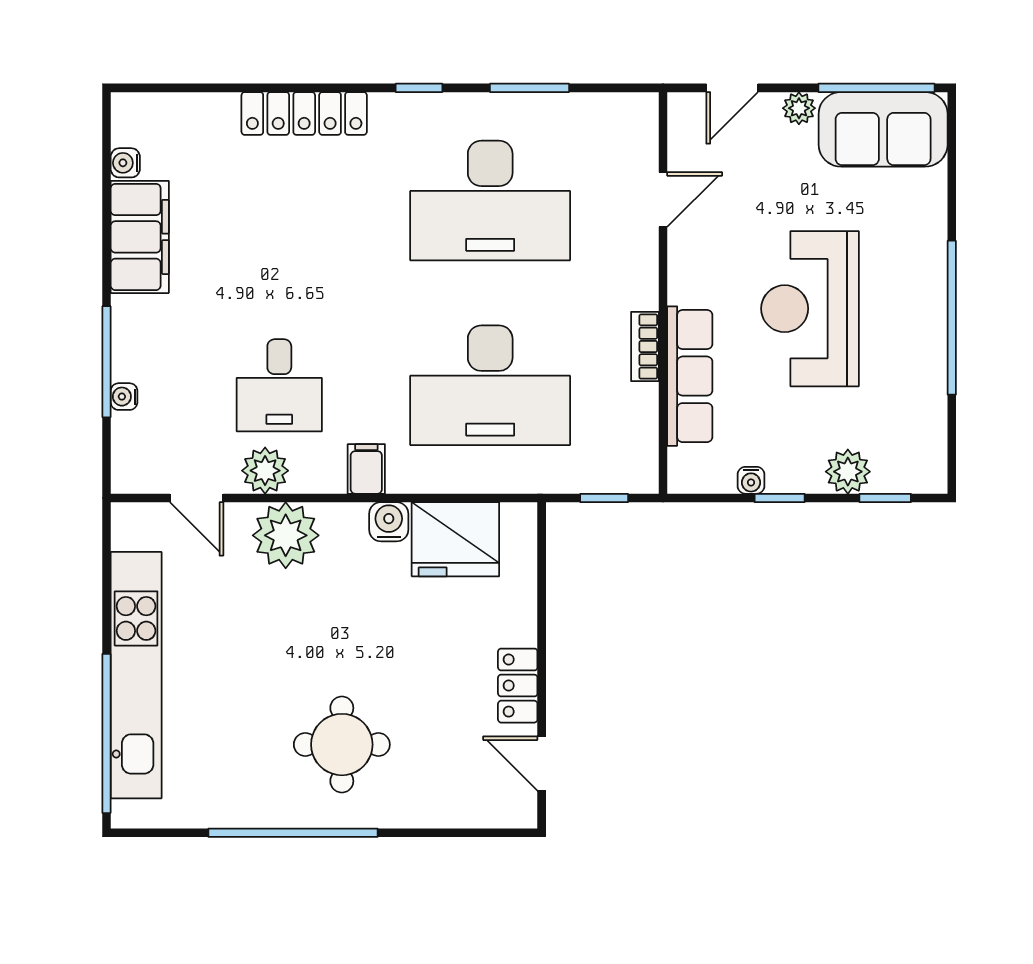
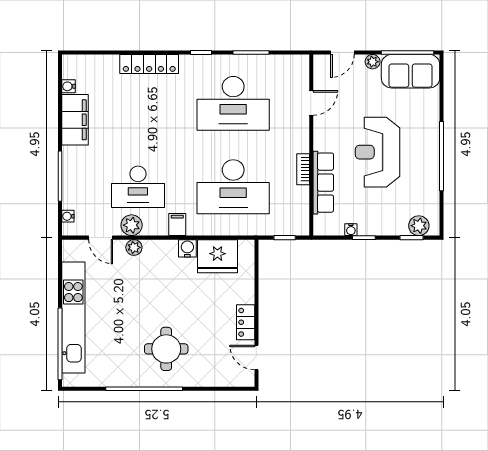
desk: (279, 385) -> (138, 187), width x1.37
water cooler: (124, 397) -> (68, 216), moved
plant: (848, 472) -> (419, 226), moved
plant: (286, 535) -> (134, 247), width x0.53, depth x0.53

